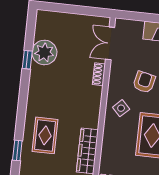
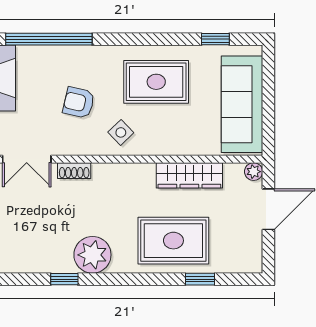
plant: (44, 52) -> (92, 255), moved
rug: (45, 135) -> (173, 241), width x1.36, depth x1.43

